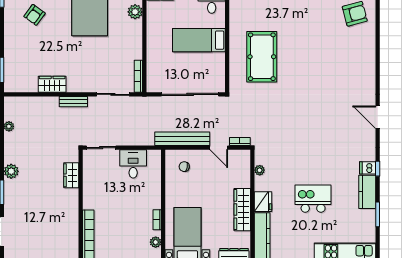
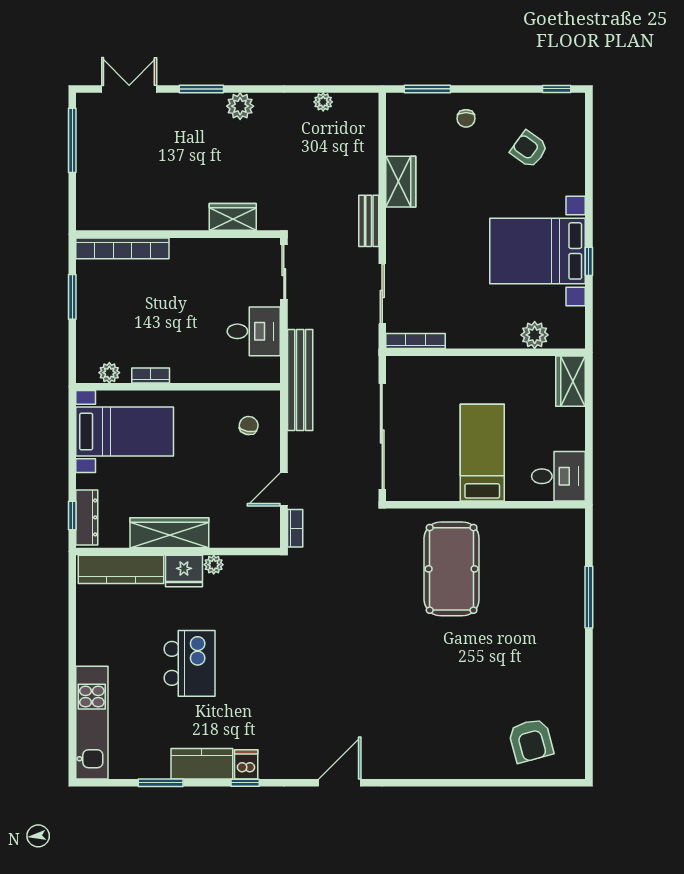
chair: (18, 49) -> (466, 118), added
pool table: (262, 57) -> (452, 569), turned 90
bench: (182, 139) -> (300, 380), moved
plant: (260, 170) -> (214, 565), moved

